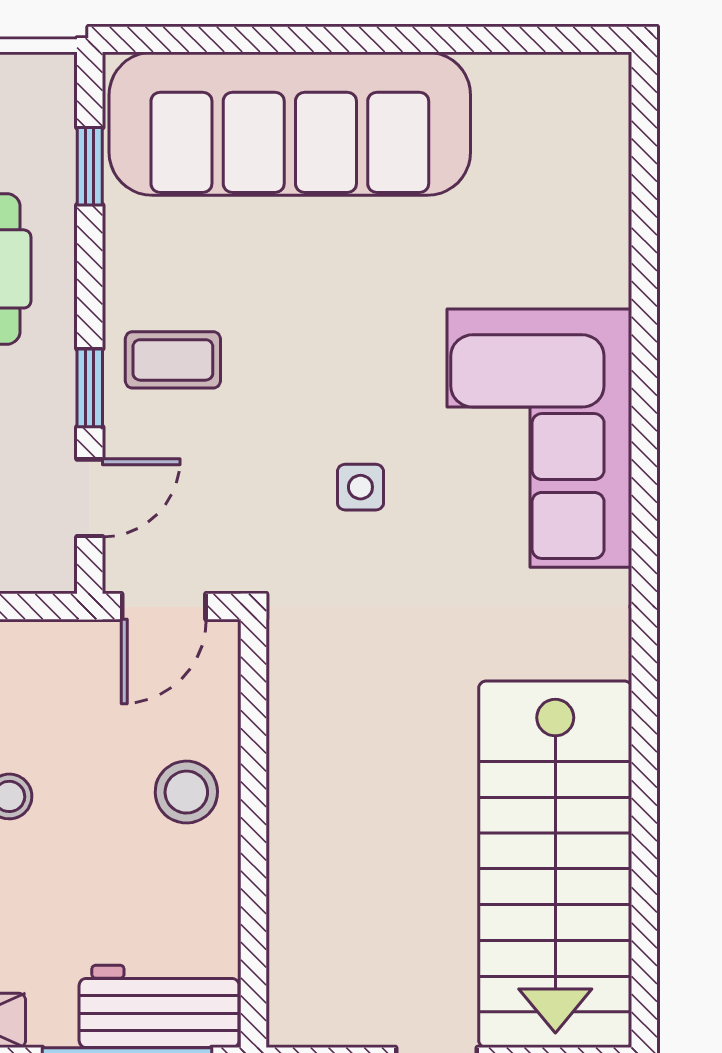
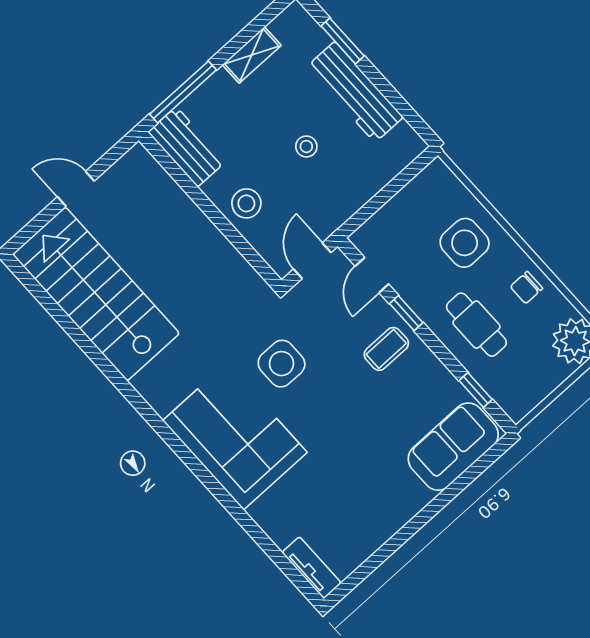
tv unit: (606, 119) -> (312, 568), added
sofa: (290, 124) -> (453, 447), width x0.54, depth x0.79
side table: (360, 487) -> (282, 364), width x1.87, depth x1.87
workbench: (159, 1006) -> (187, 147), moved, turned -90

